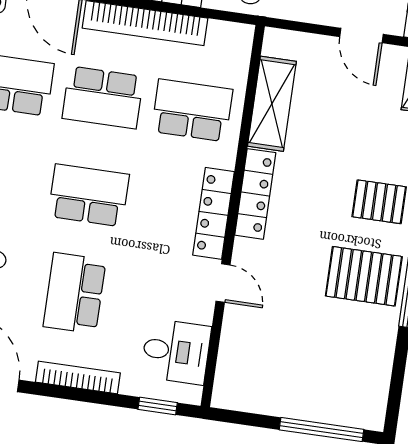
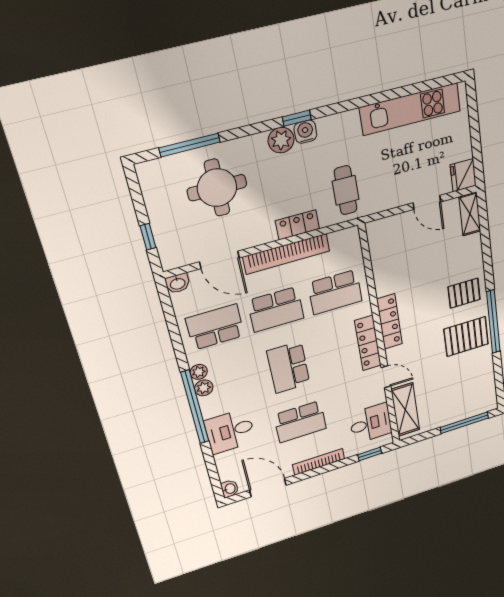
shelving: (272, 104) -> (405, 410), moved
school desk: (192, 110) -> (335, 292), turned 180
school desk: (89, 195) -> (288, 367), turned -90
school desk: (75, 293) -> (300, 422), turned -90

